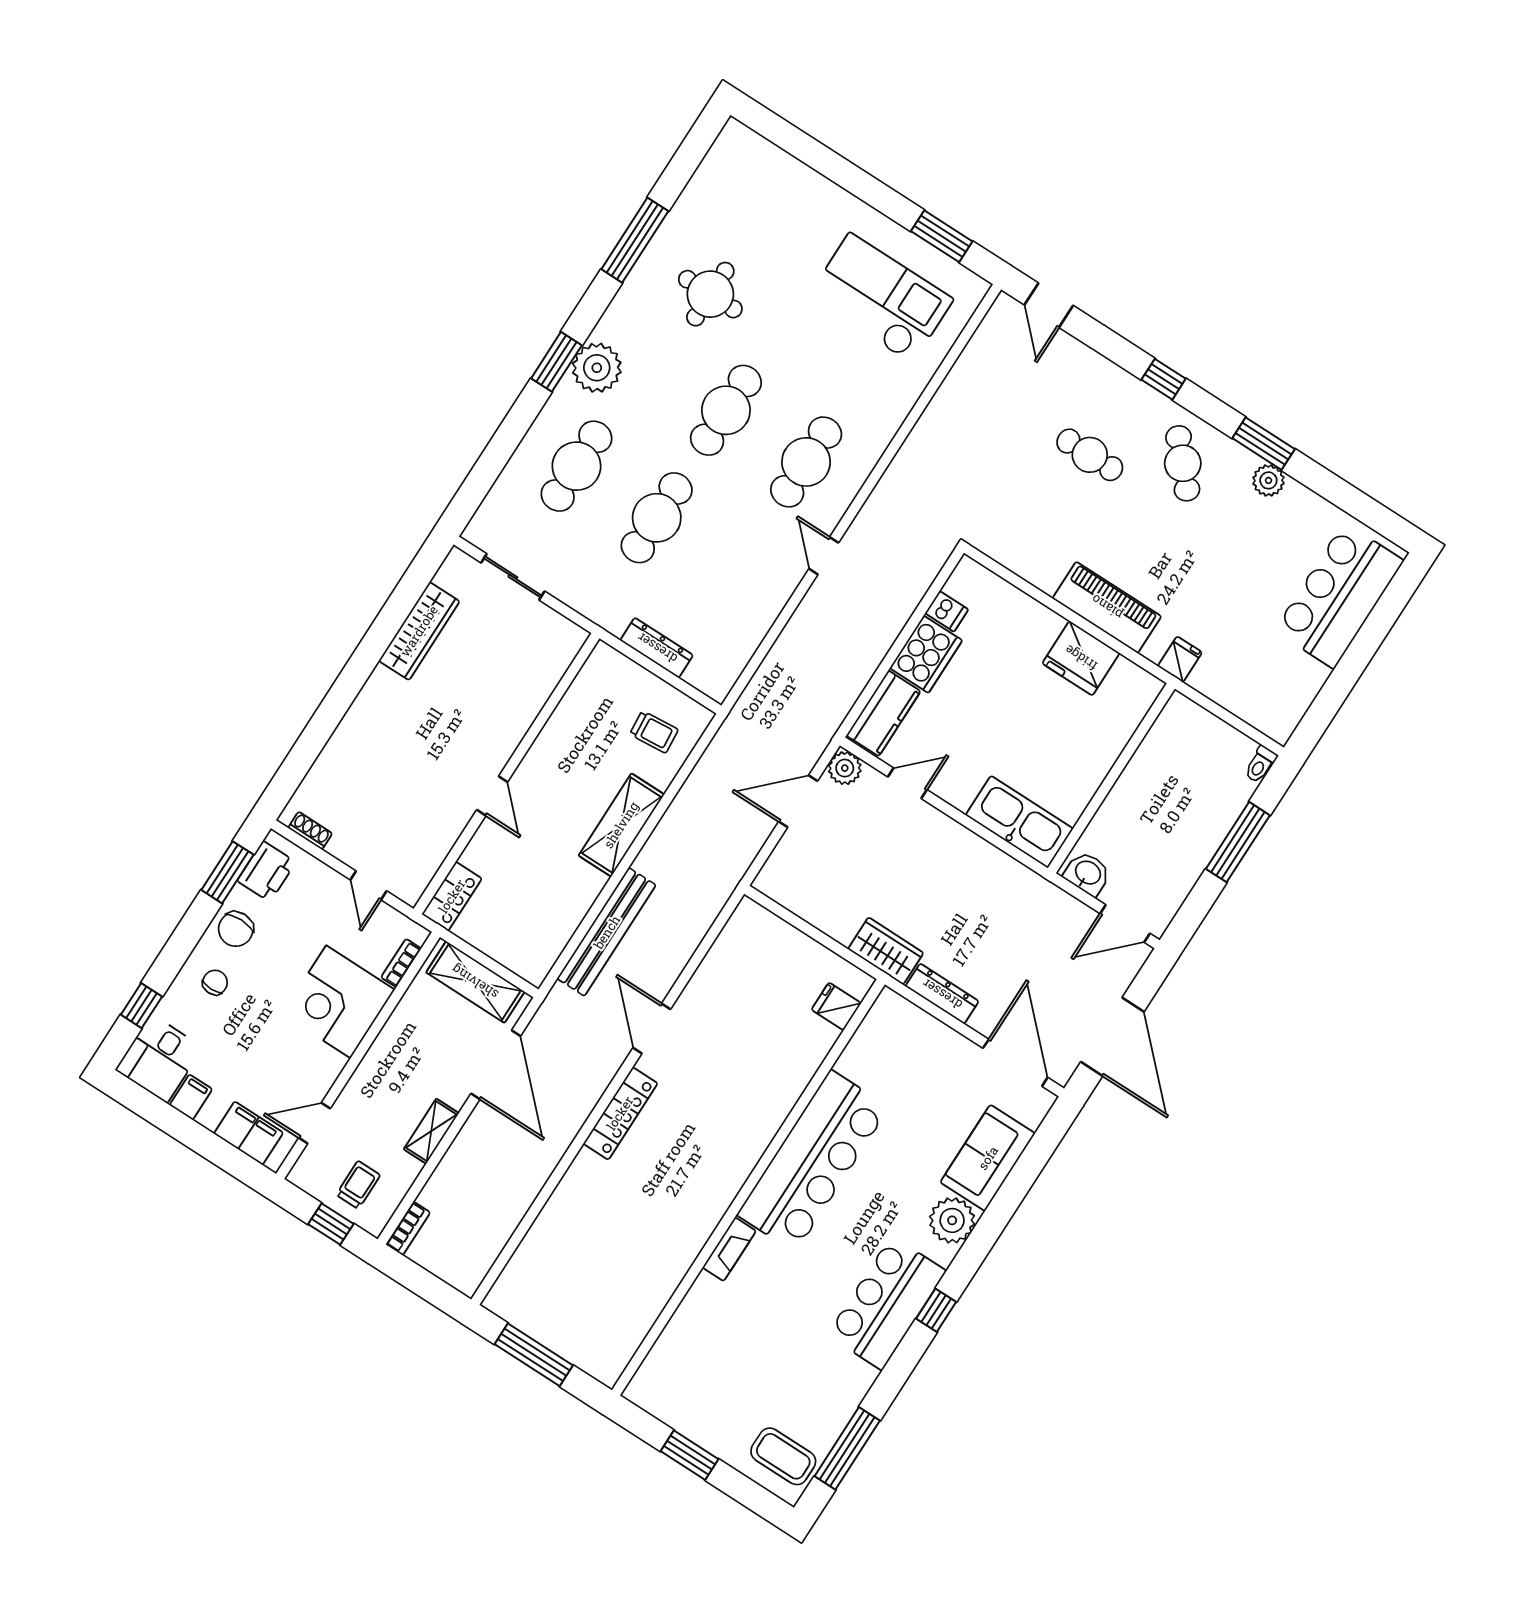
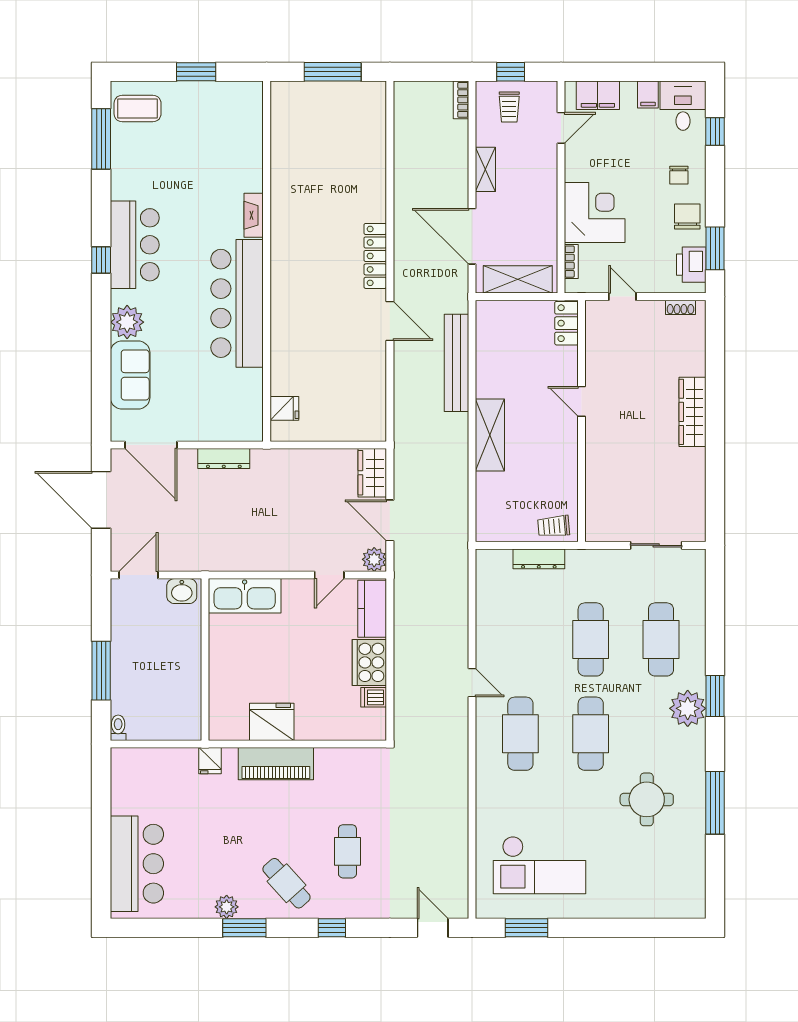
cafe table: (1090, 455) -> (347, 851), turned 90
wardrobe: (419, 631) -> (693, 412), moved
trolley: (654, 732) -> (554, 526), moved
door: (798, 801) -> (390, 520), swing flipped
wardrobe: (886, 951) -> (372, 473), moved, turned 90

